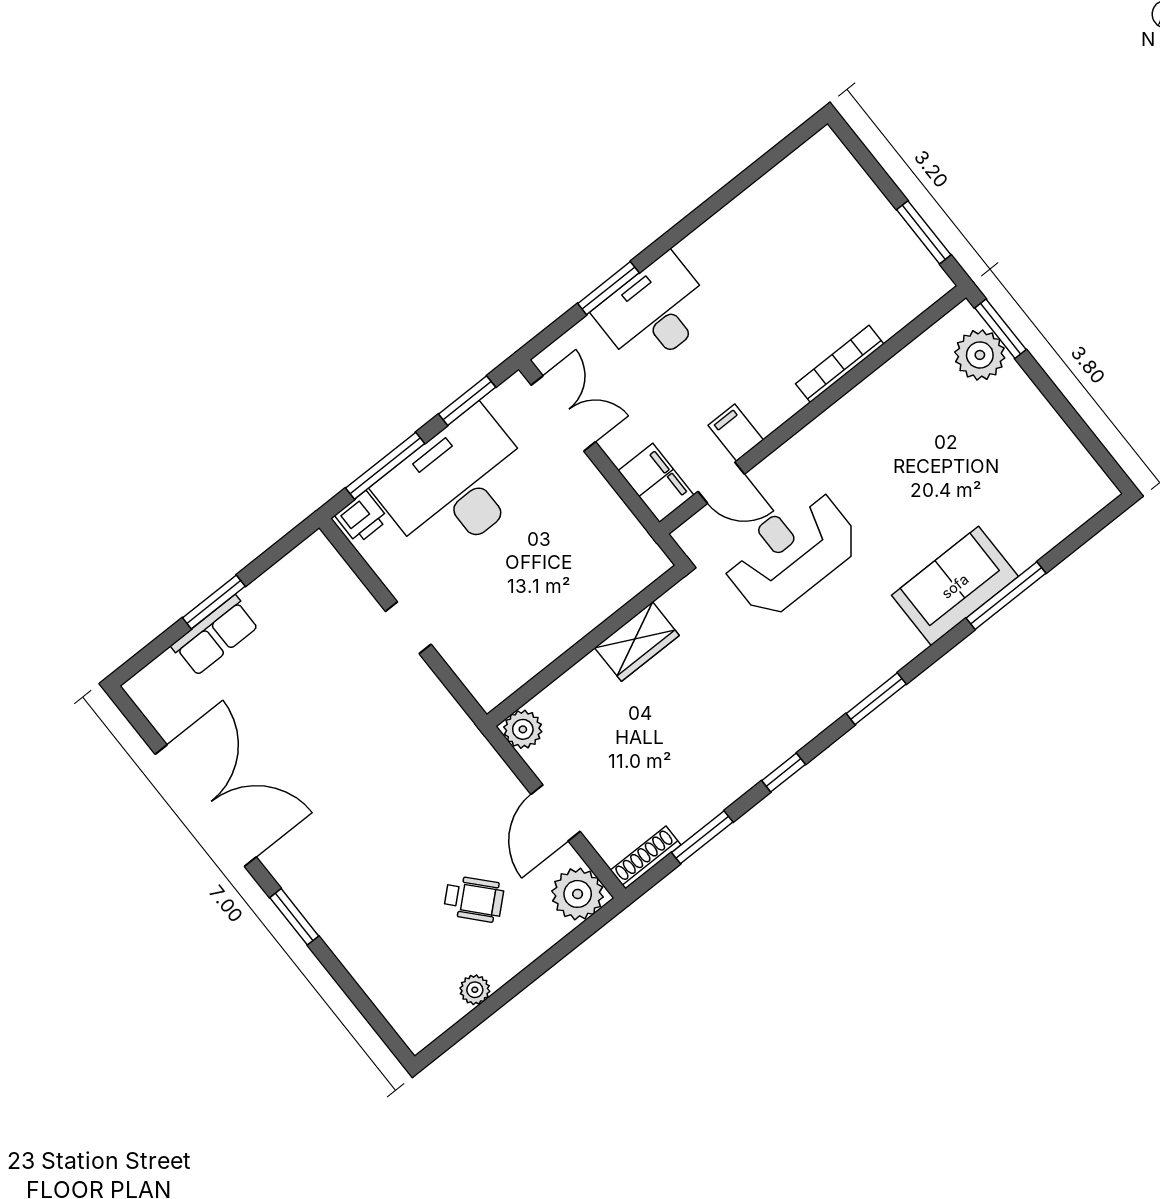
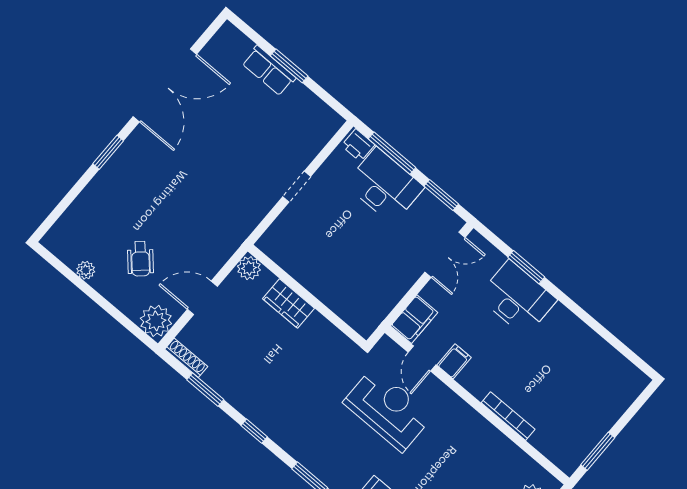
desk: (457, 486) -> (385, 186), width x0.73, depth x0.77
wardrobe: (637, 642) -> (289, 303), moved

